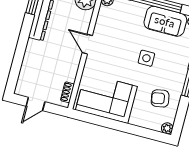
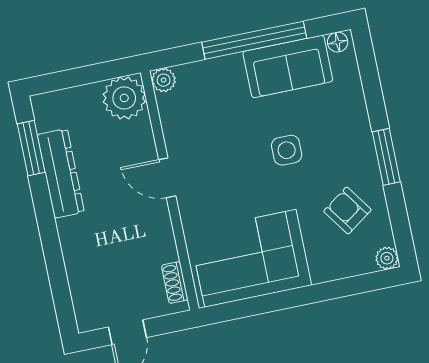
armchair: (160, 98) -> (347, 211), turned 65

